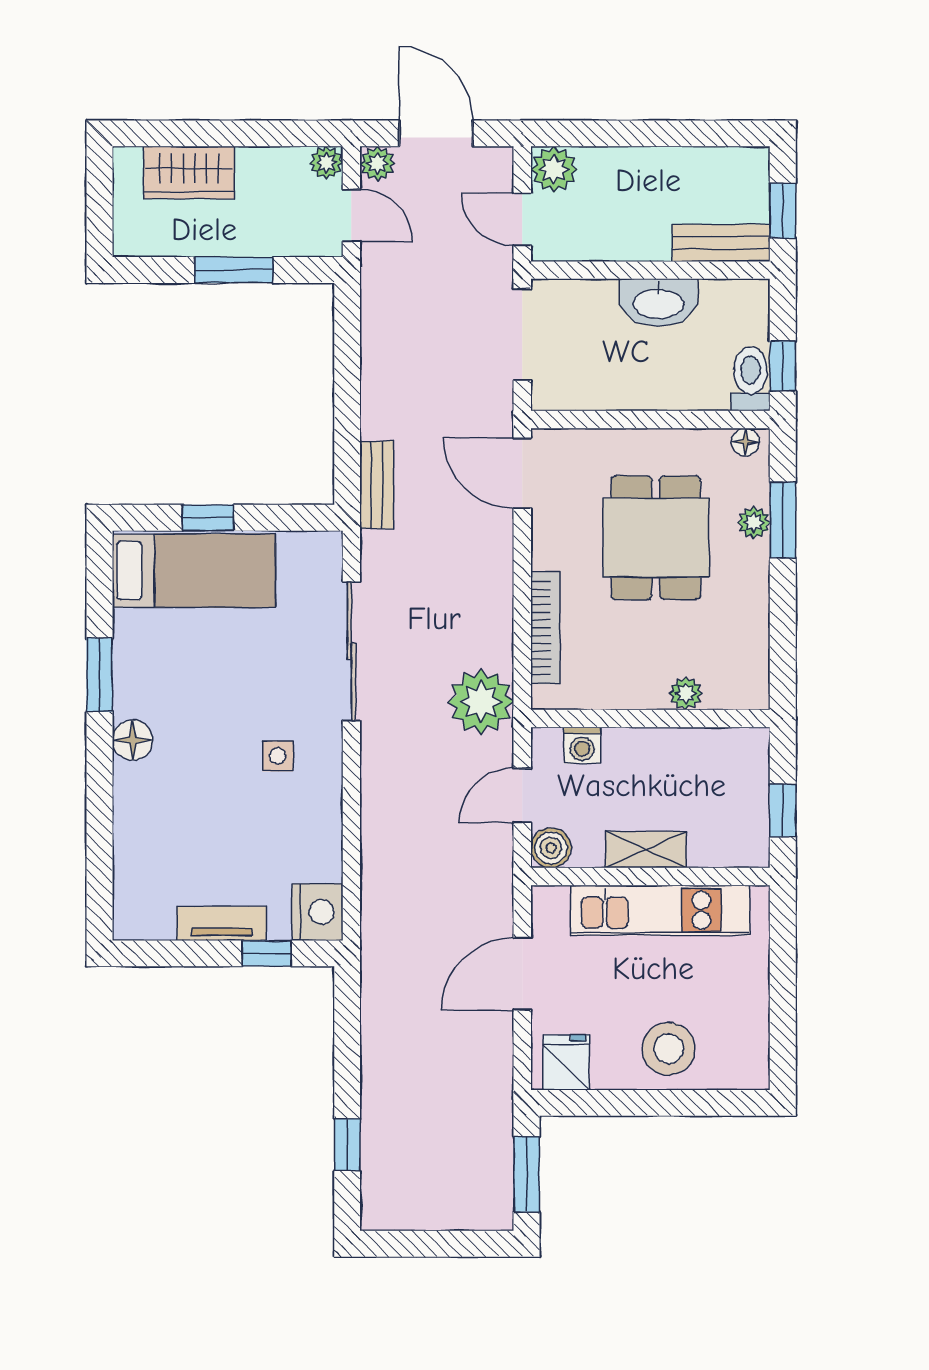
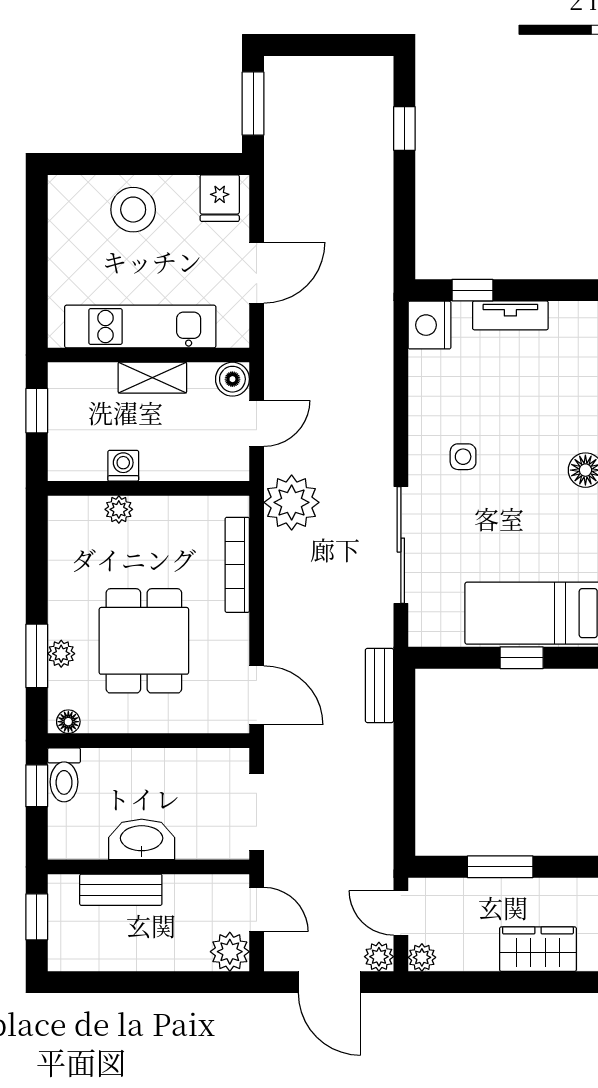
bench: (721, 243) -> (121, 890), moved
washing machine: (582, 745) -> (123, 466), moved

